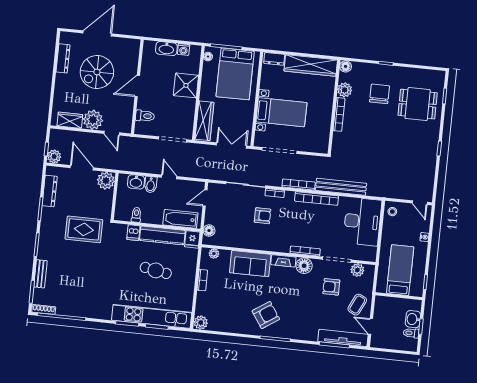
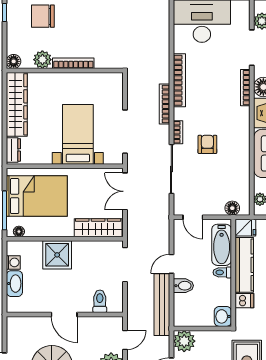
washbasin: (136, 182) -> (223, 316), moved, turned 180
bench: (341, 187) -> (162, 305), moved
toilet: (136, 215) -> (222, 272), moved

